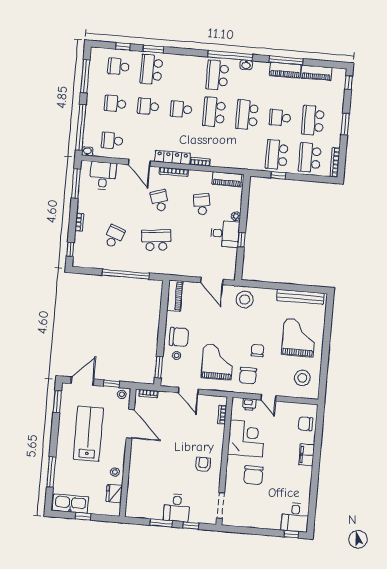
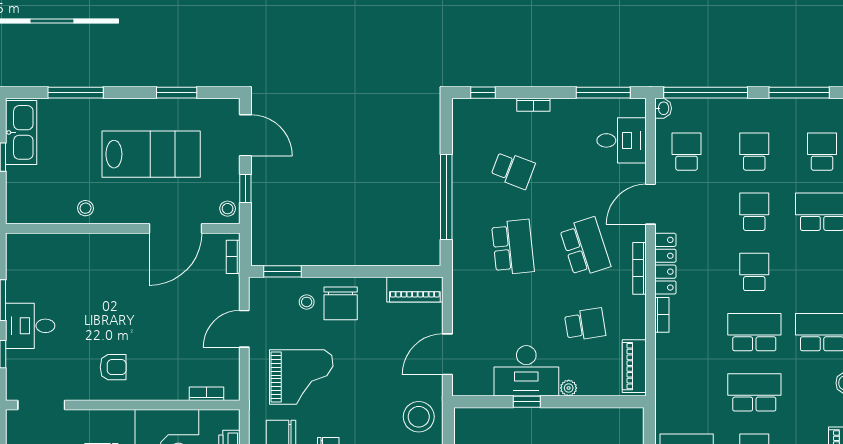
school desk: (160, 201) -> (585, 247), width x1.85
desk: (225, 234) -> (526, 371), width x1.37
window: (57, 401) -> (177, 93), moved
fridge: (114, 494) -> (46, 210), removed

